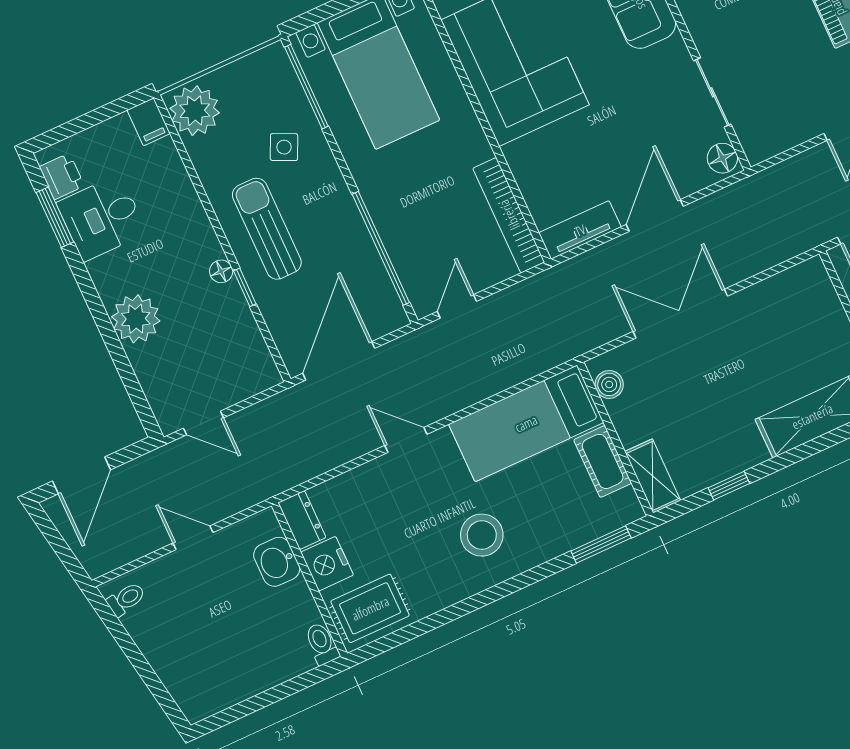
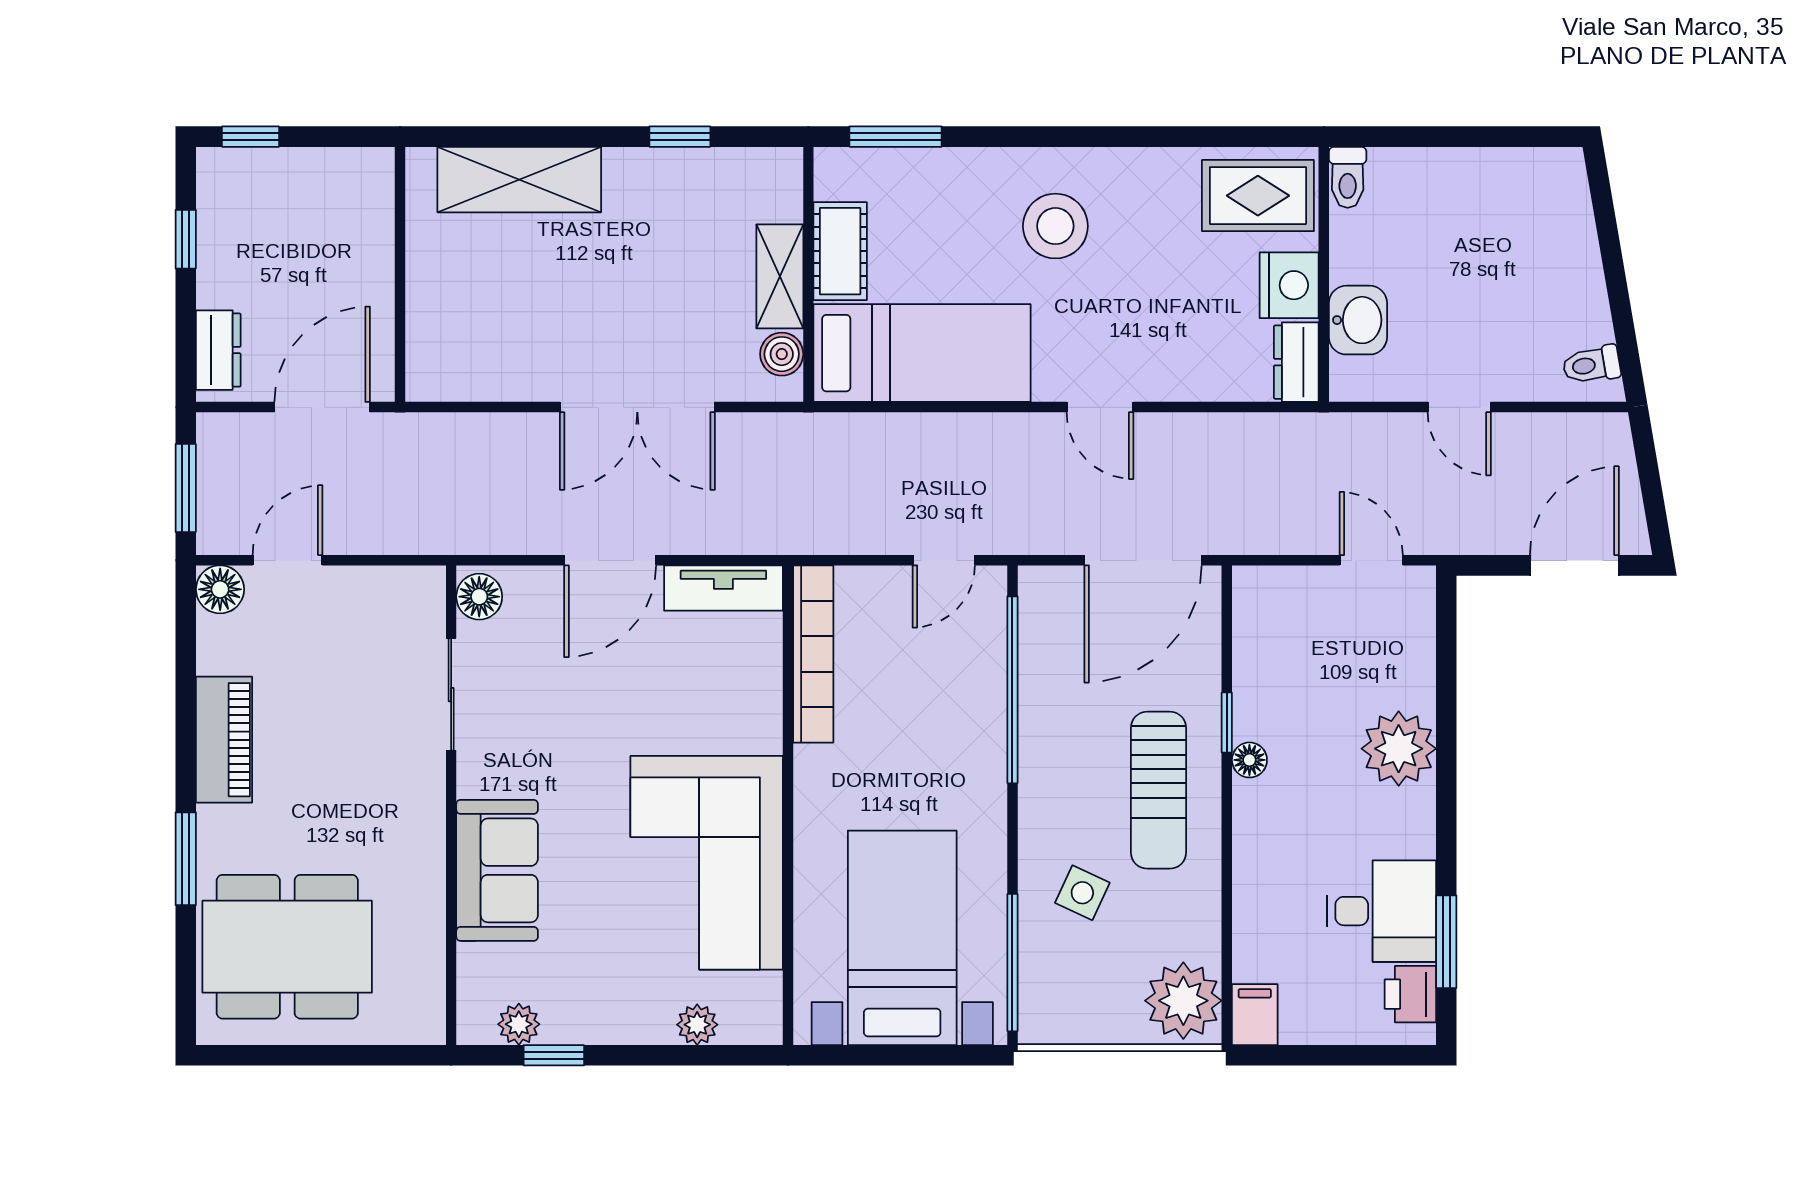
shelving: (653, 476) -> (780, 276), moved

